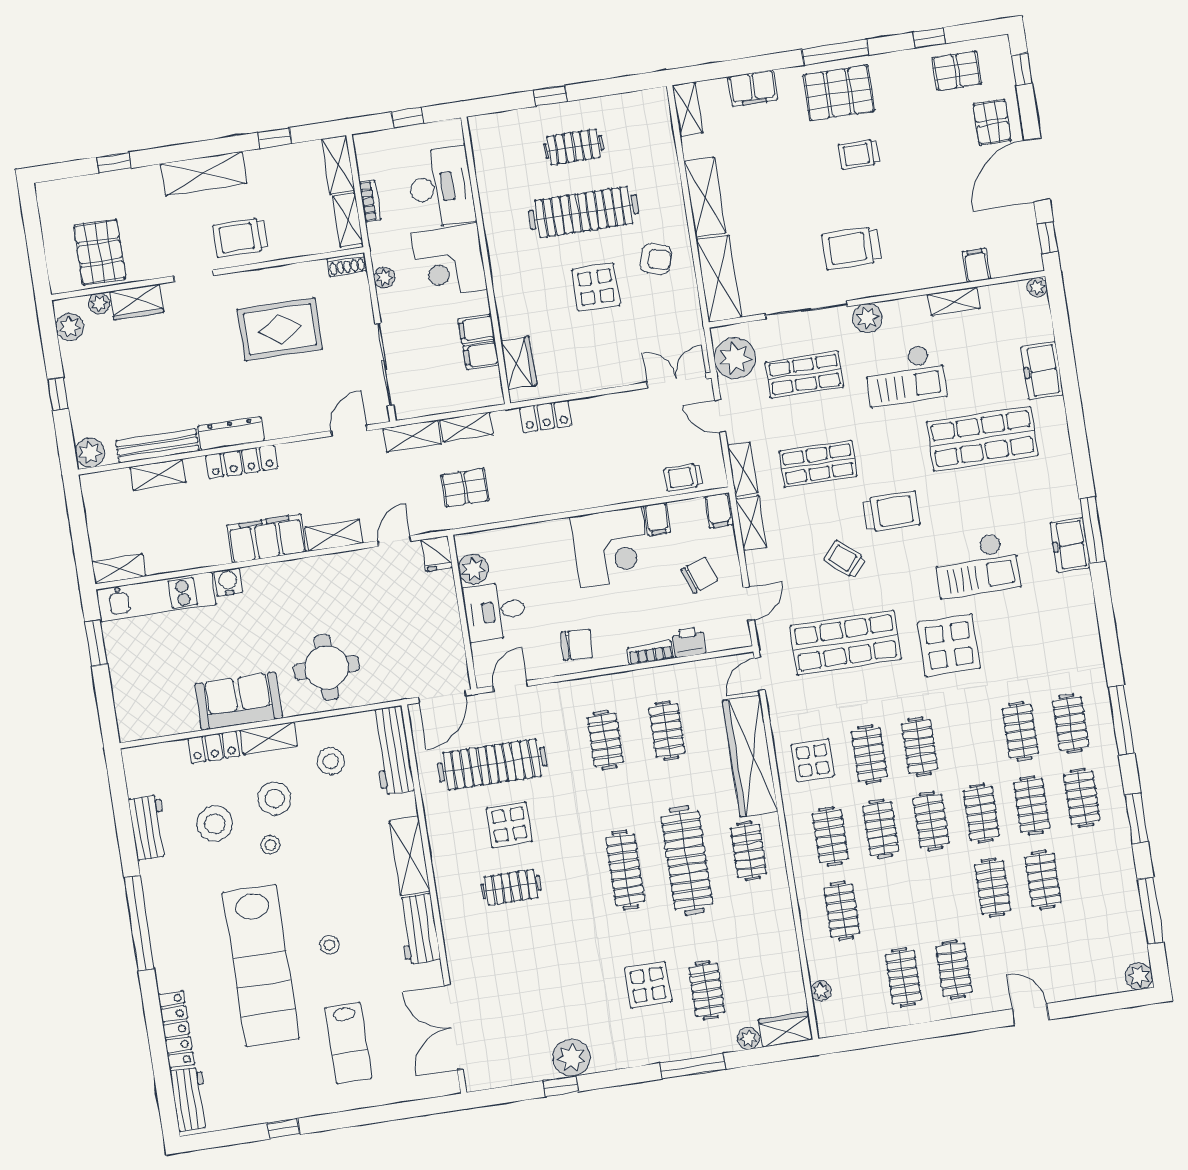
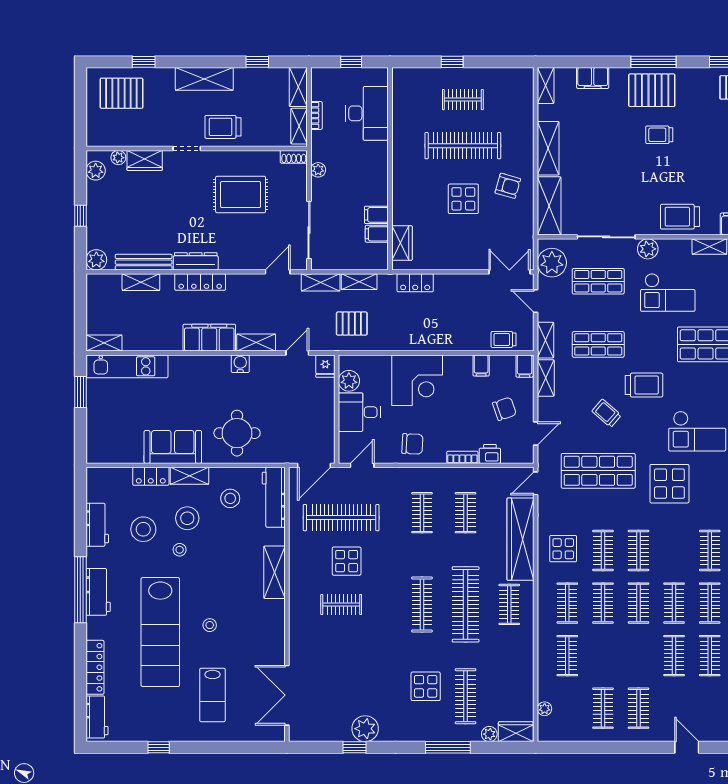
trolley: (851, 248) -> (680, 217), moved
pallet: (100, 252) -> (121, 93), moved, turned 90
corner desk: (449, 261) -> (365, 165), removed
corner desk: (611, 547) -> (417, 380), moved
water cooler: (228, 582) -> (240, 364), moved
workbench: (418, 929) -> (98, 592), moved, turned 180
clothes rail: (707, 990) -> (466, 696), width x1.36

